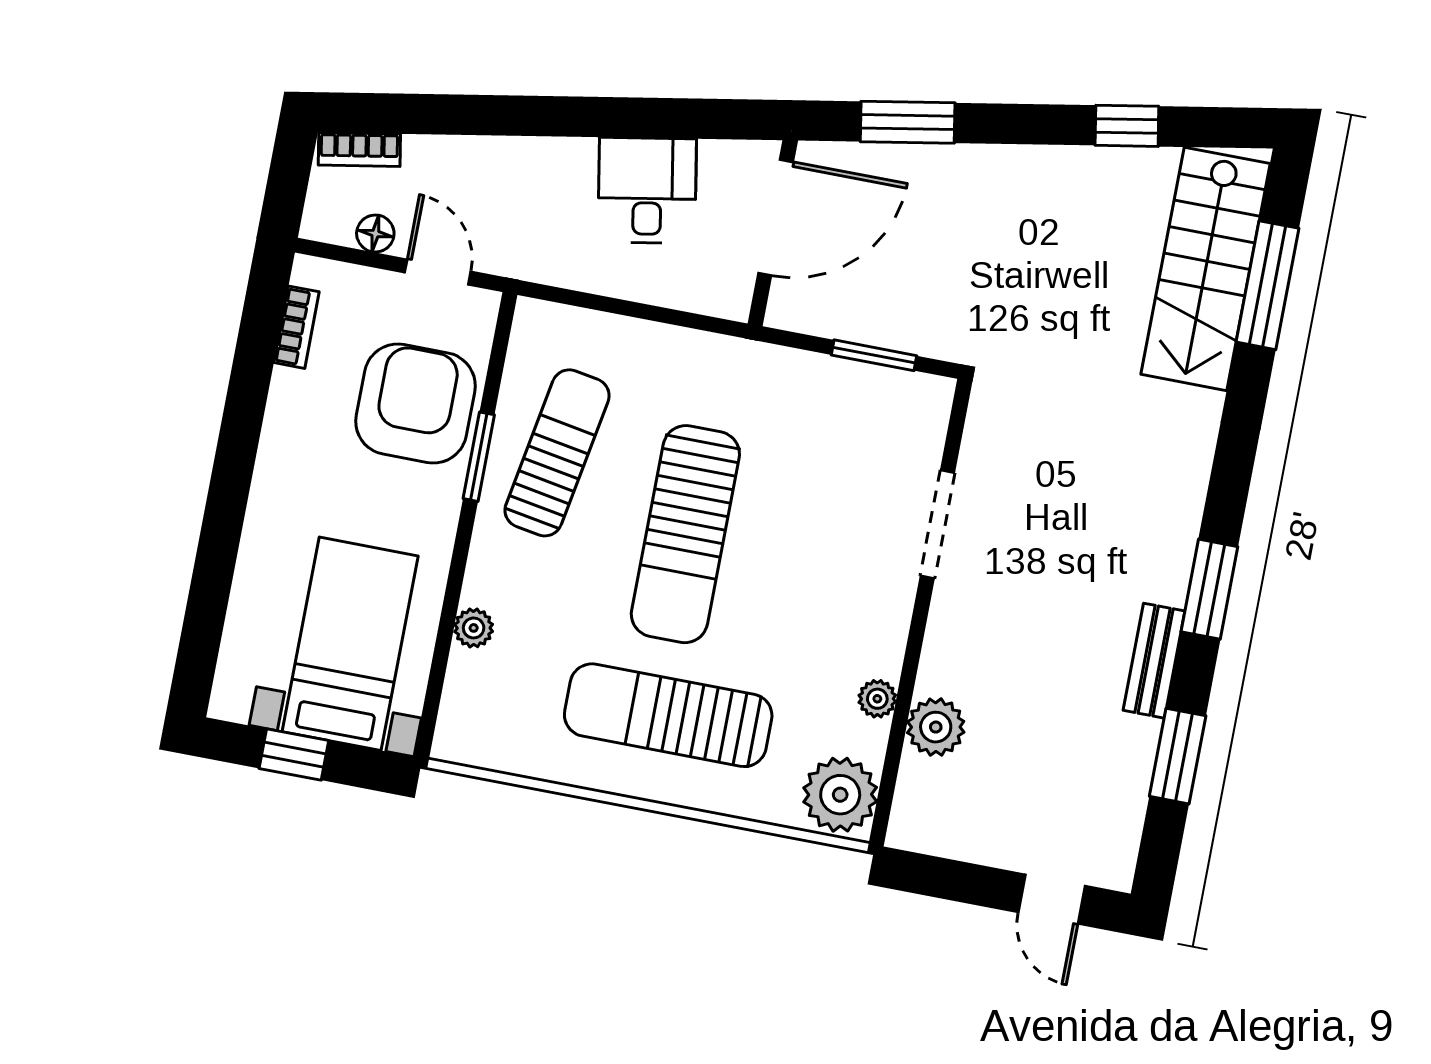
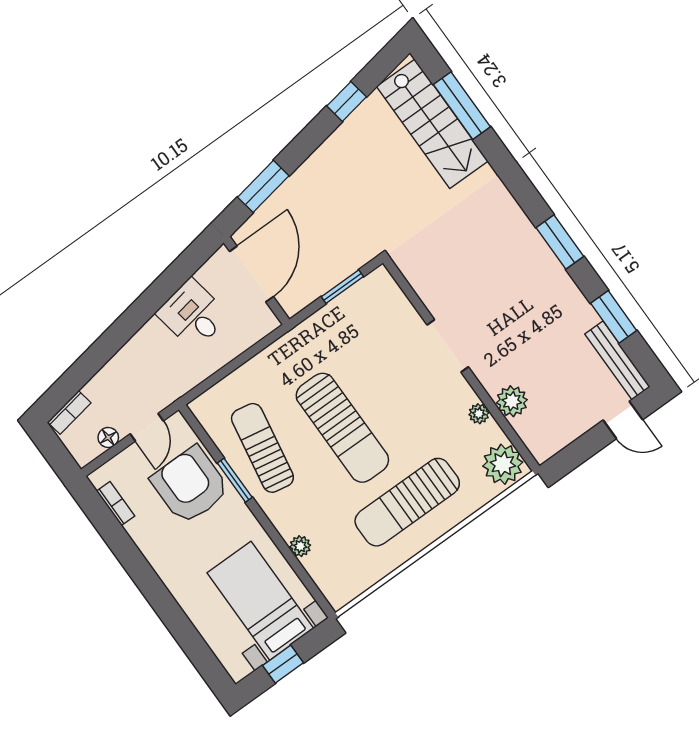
door: (438, 272) -> (147, 427), swing flipped
doorway: (937, 524) -> (448, 346), moved
bench: (1154, 661) -> (618, 360), moved, width x1.36

